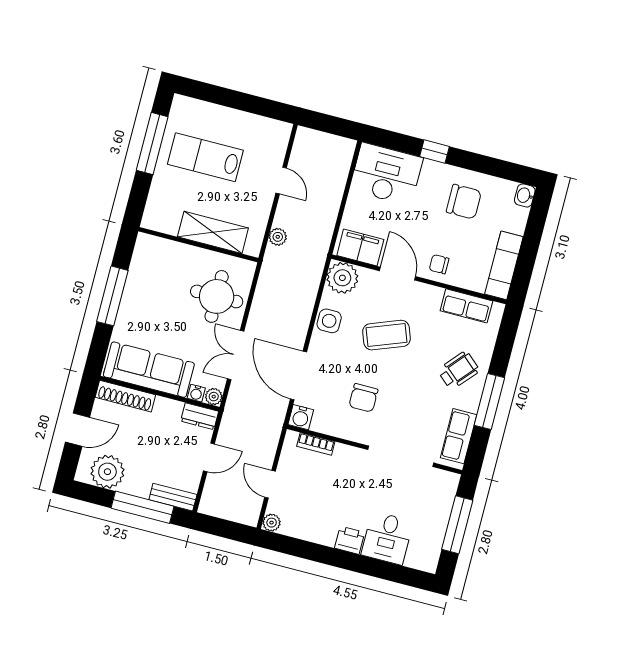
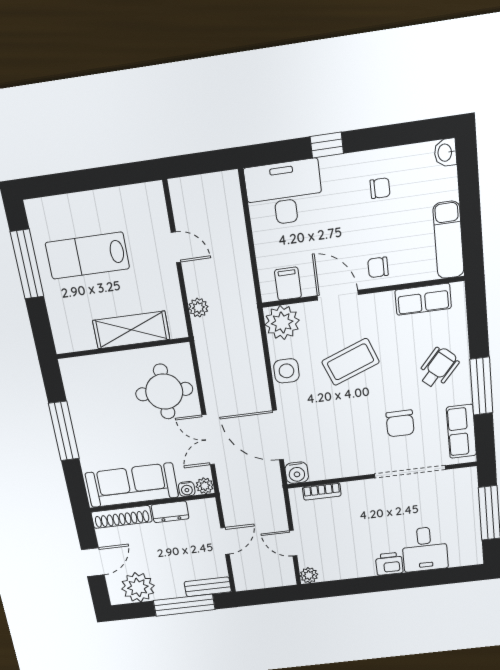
chair: (464, 202) -> (380, 188), width x0.54, depth x0.54
filing cabinet: (360, 247) -> (288, 284), width x0.50
chair: (363, 398) -> (400, 423), moved
dresser: (200, 416) -> (170, 512), moved

